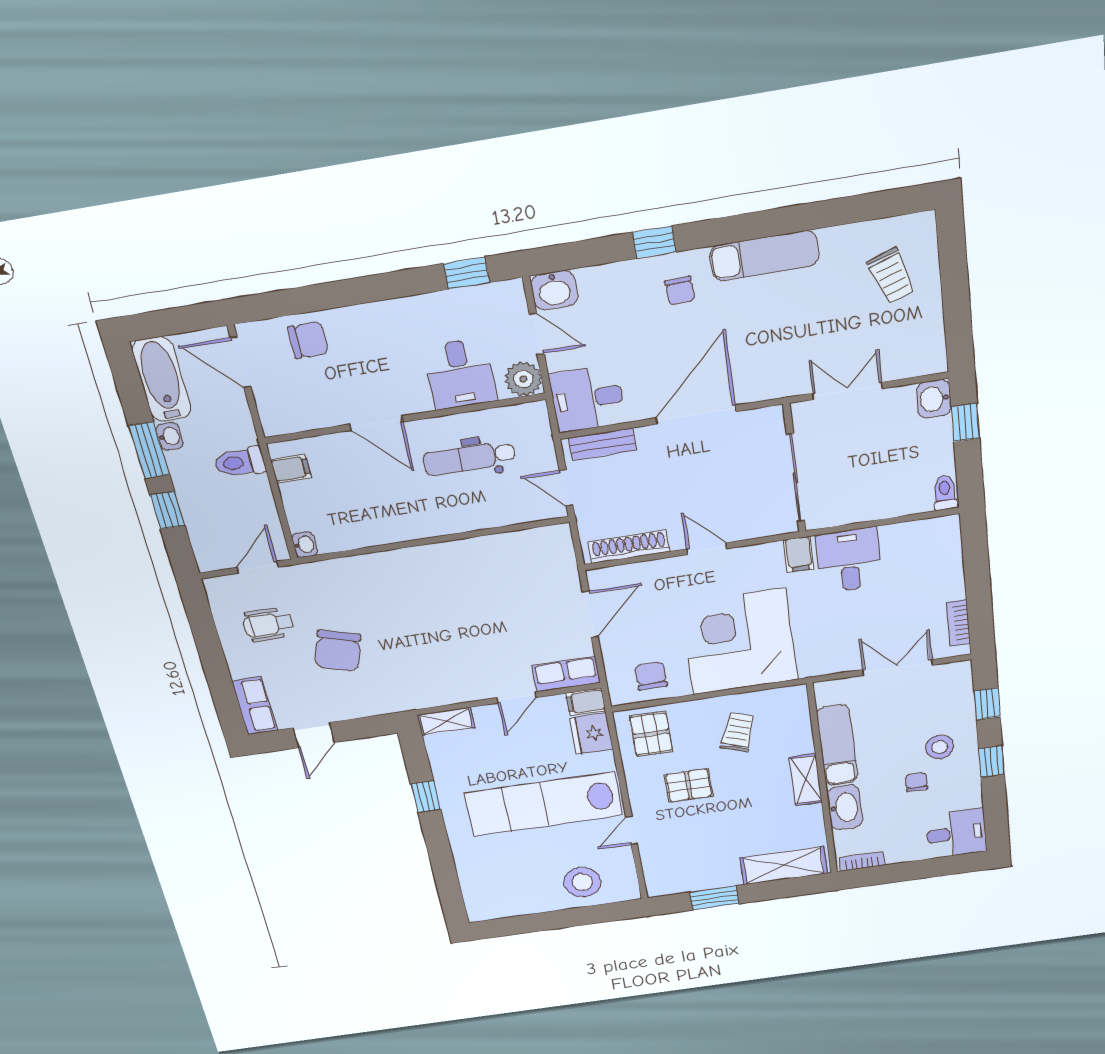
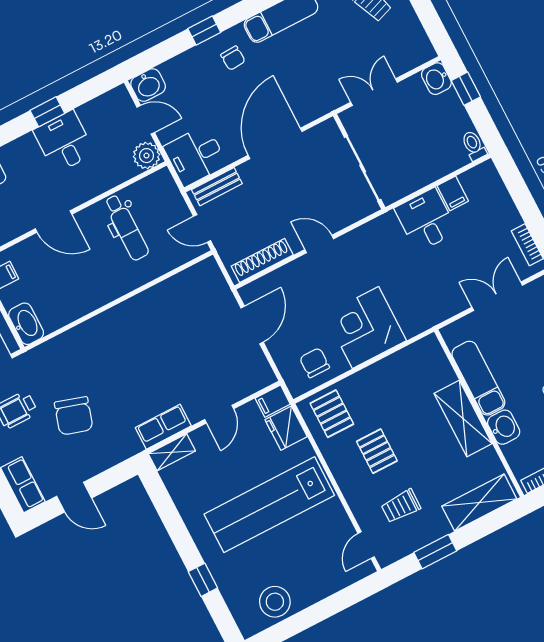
window: (467, 273) -> (47, 112), moved
desk: (460, 374) -> (64, 142), moved, turned 180
dental chair: (469, 458) -> (126, 227), turned -90
washbasin: (305, 545) -> (26, 324), width x1.91, depth x1.45
filing cabinet: (799, 554) -> (453, 193), moved
corner desk: (739, 642) -> (365, 327), width x0.74, depth x0.74
row of seats: (566, 674) -> (163, 427), moved
trolley: (738, 732) -> (401, 506), moved, turned -109
door: (314, 735) -> (74, 497), hinge flipped
shelving: (806, 780) -> (463, 419), width x1.50, depth x1.33
pallet: (689, 785) -> (377, 451), turned 90
window: (426, 797) -> (203, 580), moved
washbasin: (845, 807) -> (504, 427), width x0.72
door: (632, 830) -> (366, 545), moved
stool: (582, 882) -> (275, 602), moved

